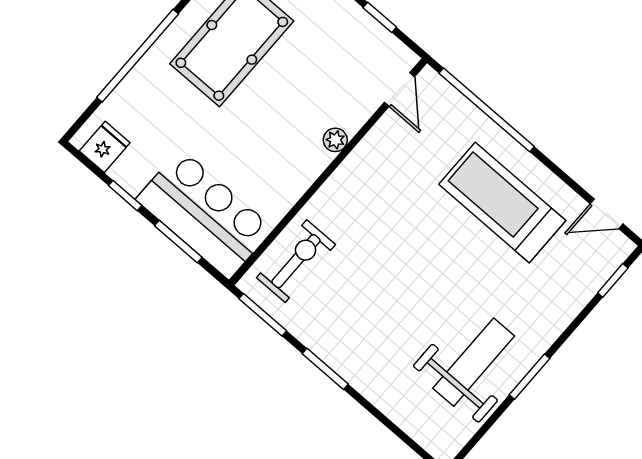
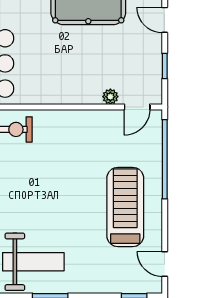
plant: (335, 140) -> (110, 97), moved

